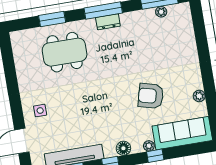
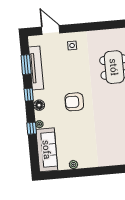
armchair: (151, 96) -> (74, 102), moved, turned -105

